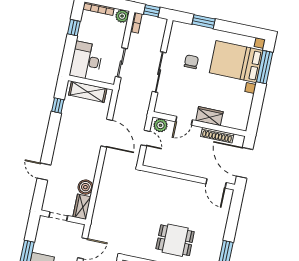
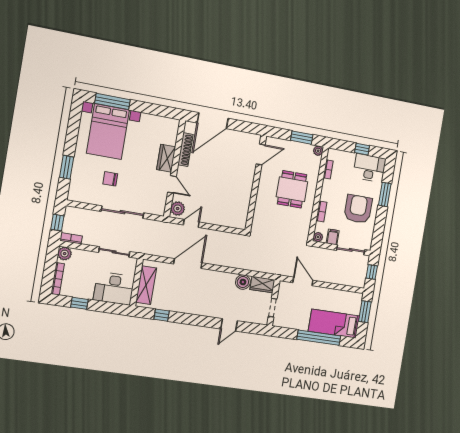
wall: (188, 178) -> (256, 183), moved
door: (216, 183) -> (261, 154), moved

